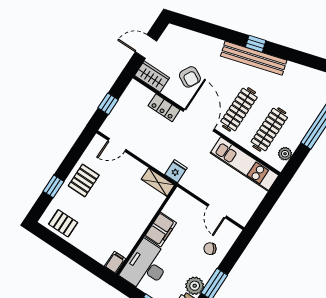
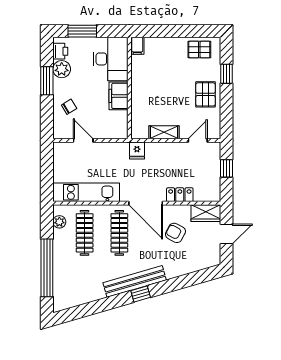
shelving: (158, 182) -> (164, 132), moved

